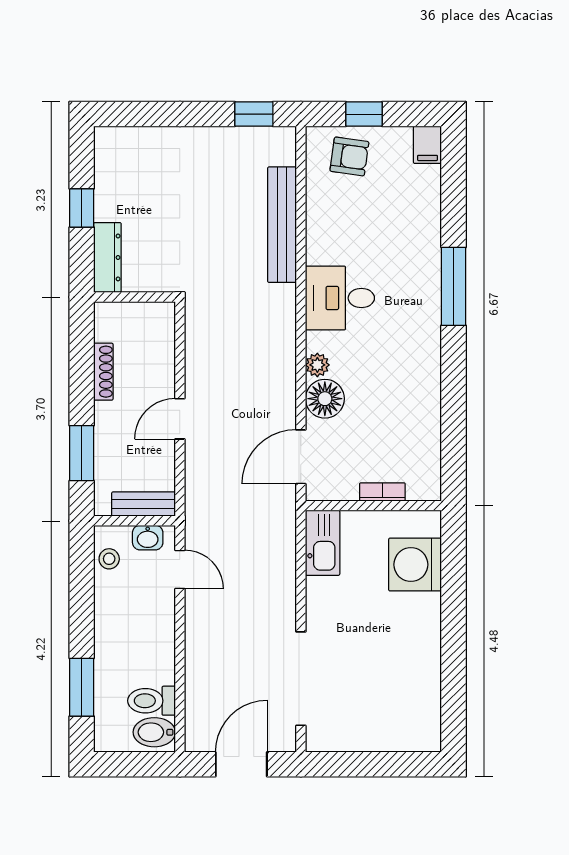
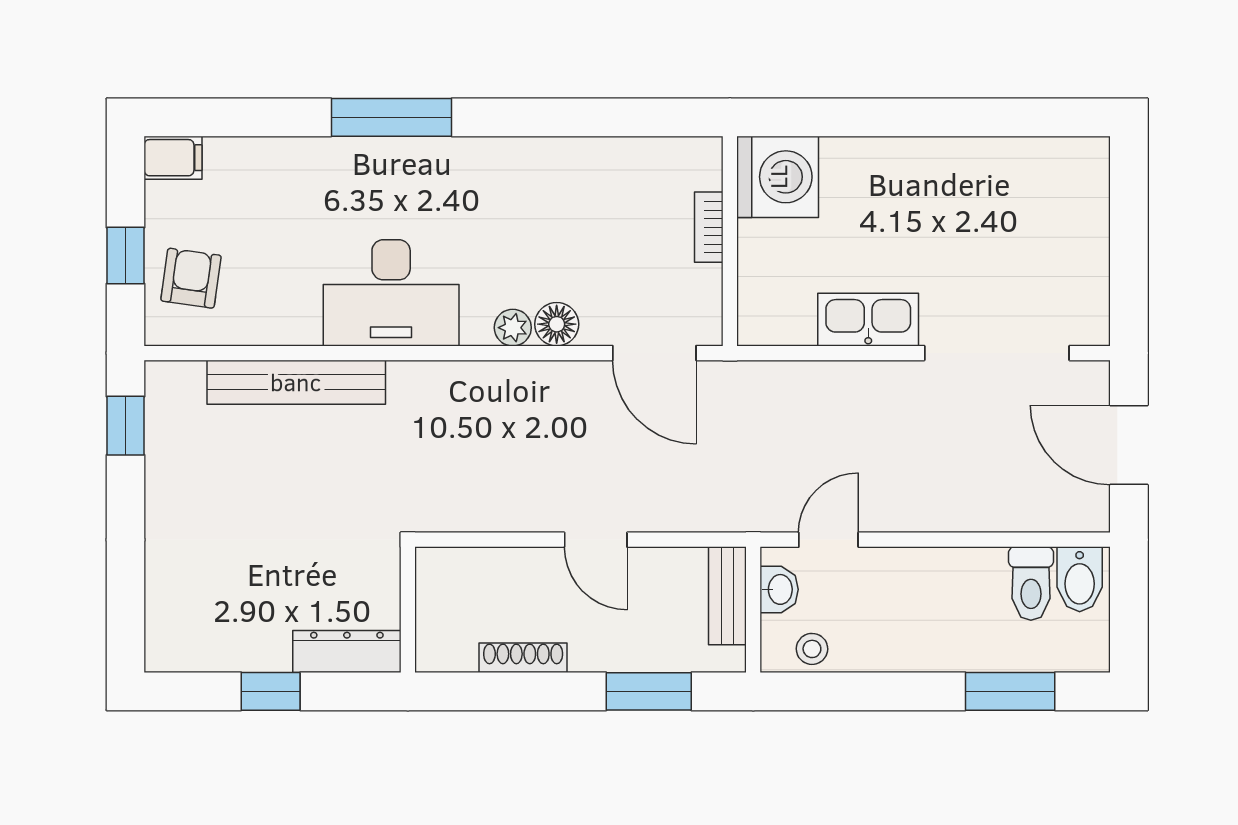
desk: (340, 298) -> (391, 293), width x1.37
floor lamp: (325, 399) -> (557, 324), width x0.73, depth x0.73
kitchen sink: (323, 543) -> (868, 320), moved
washing machine: (415, 565) -> (778, 177), moved, turned -90

